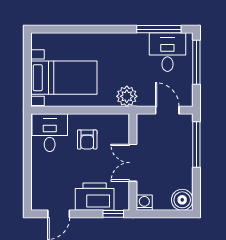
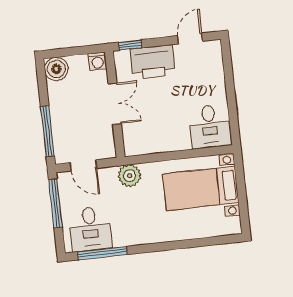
window: (196, 62) -> (55, 203), moved
armchair: (87, 139) -> (168, 124), removed

